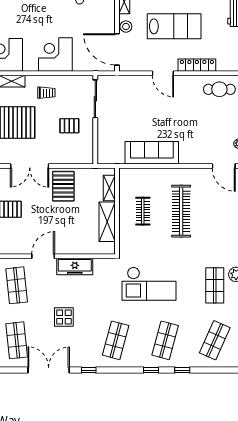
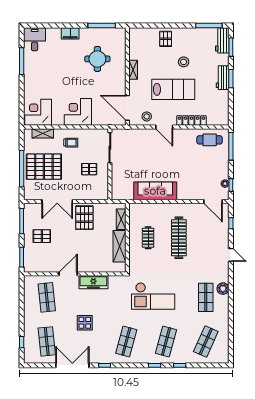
stool: (126, 27) -> (147, 116), moved

